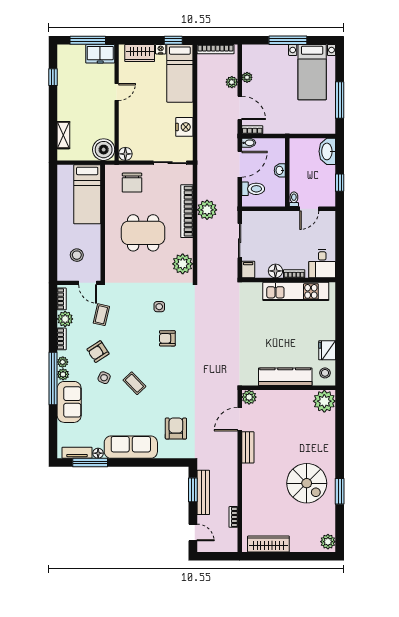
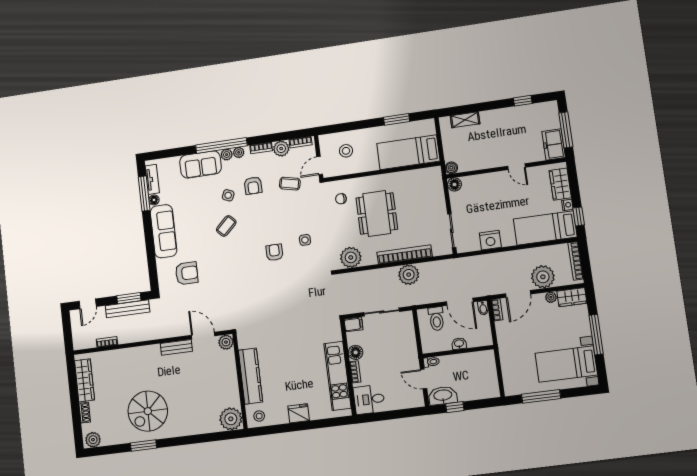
wardrobe: (249, 58) -> (572, 297), added
plant: (232, 82) -> (543, 277), width x1.88, depth x1.88
boiler: (104, 150) -> (451, 168), width x0.54, depth x0.54
washbasin: (327, 151) -> (443, 396), moved
chair: (132, 183) -> (341, 199), moved, width x0.54, depth x0.54
window: (53, 201) -> (397, 119), added
fridge: (327, 350) -> (299, 413), moved
armchair: (98, 352) -> (253, 186), turned -147
shoe rack: (300, 547) -> (85, 413), added

